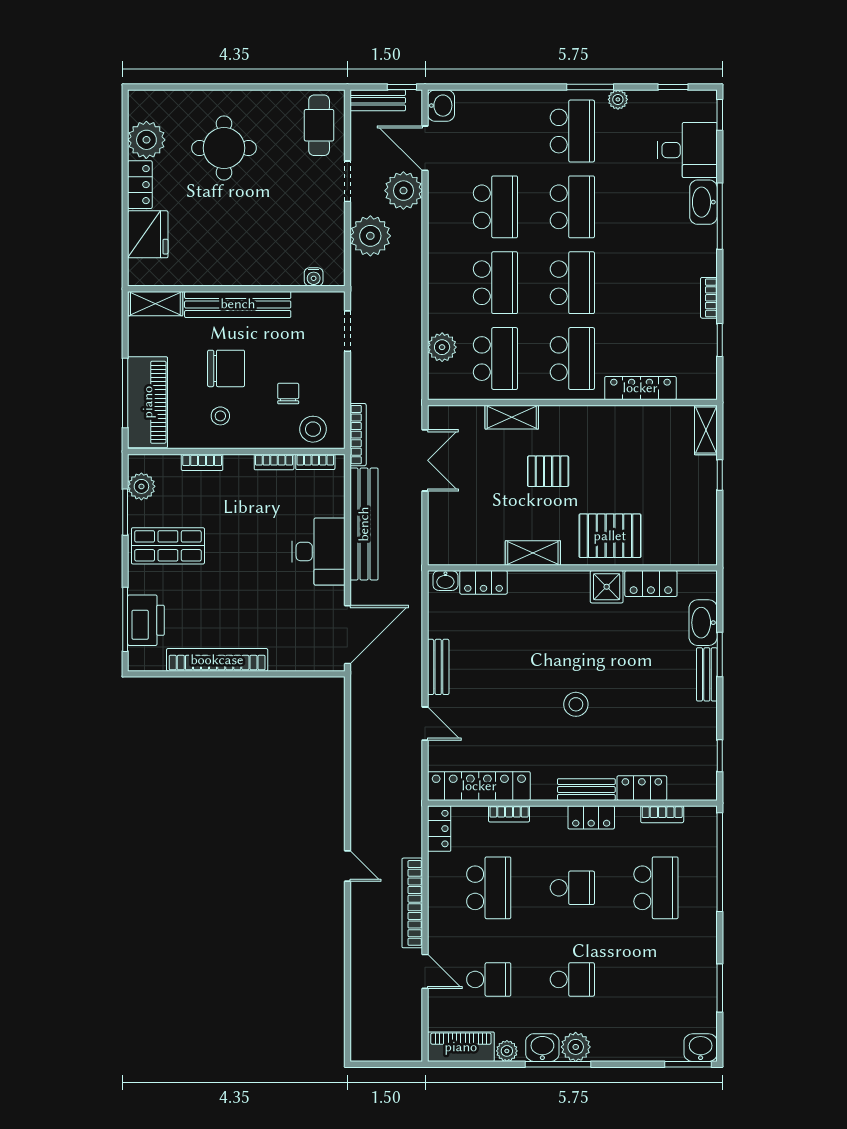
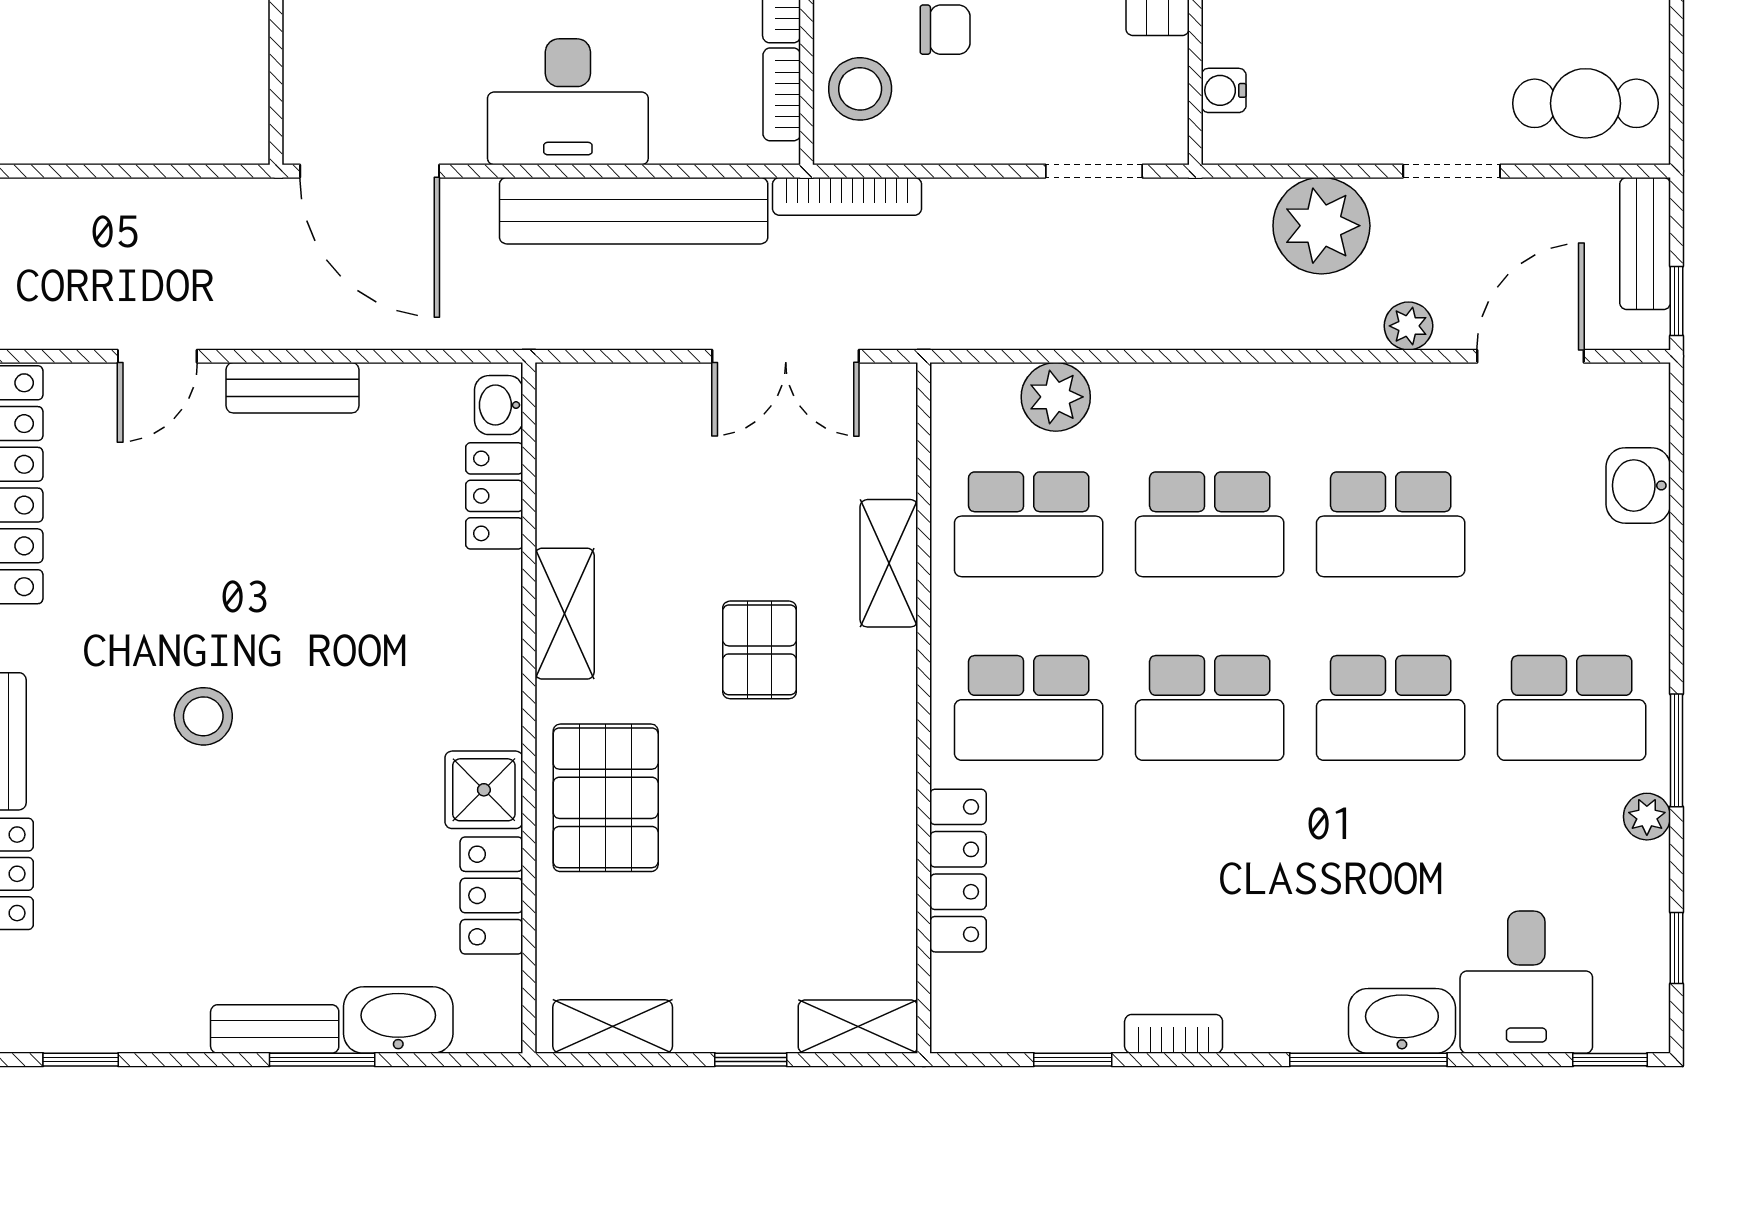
washbasin: (441, 106) -> (1638, 485), moved, turned 90
plant: (403, 191) -> (1408, 326), width x0.53, depth x0.53
shelving: (706, 533) -> (613, 1027), added

